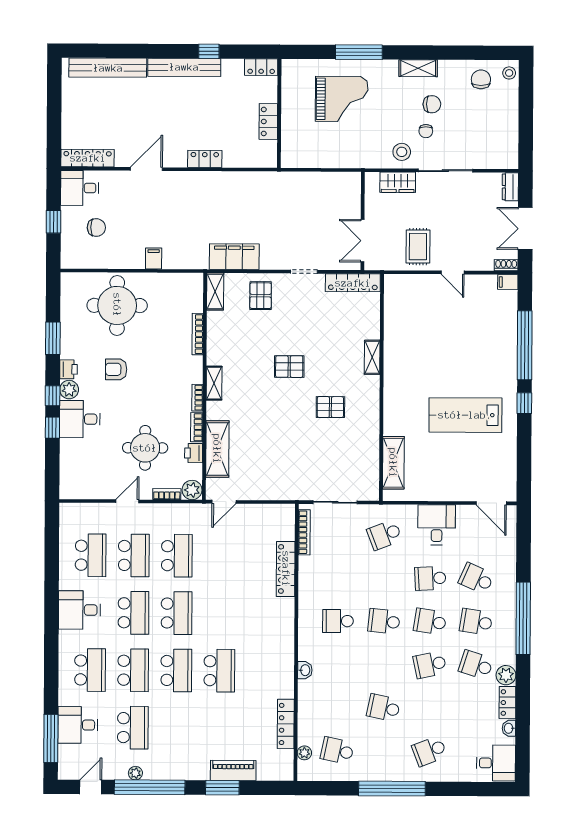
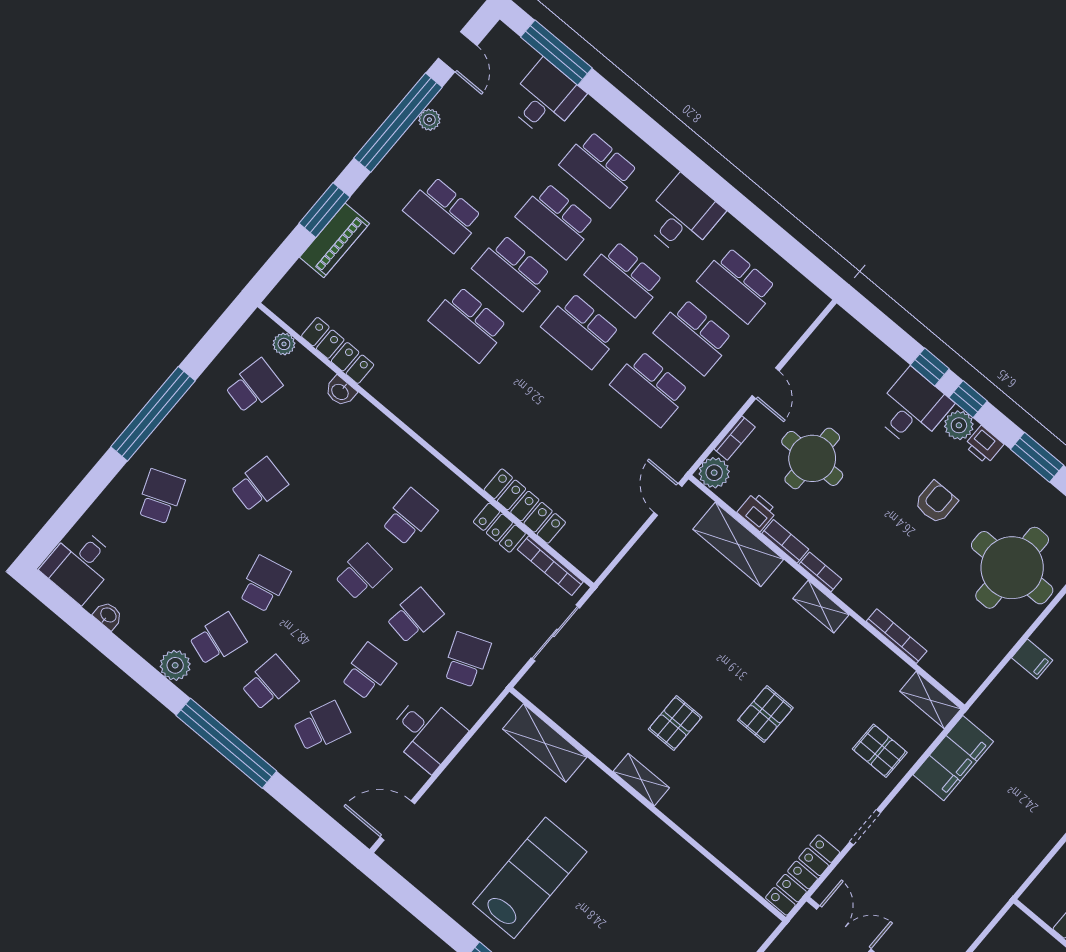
shelving: (372, 357) -> (641, 780), moved
school desk: (430, 622) -> (415, 616), moved
washbasin: (305, 670) -> (340, 391), moved
locker: (507, 703) -> (499, 528), moved, turned 180
school desk: (133, 728) -> (443, 214), moved

